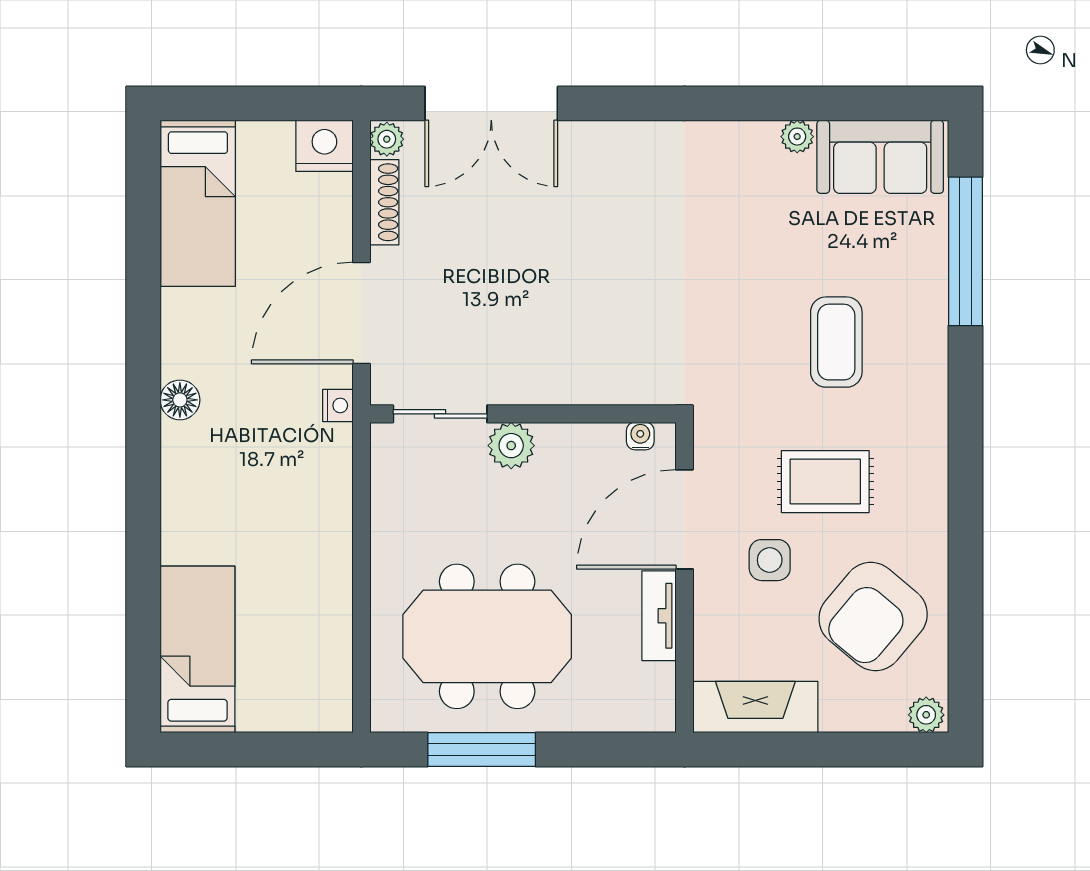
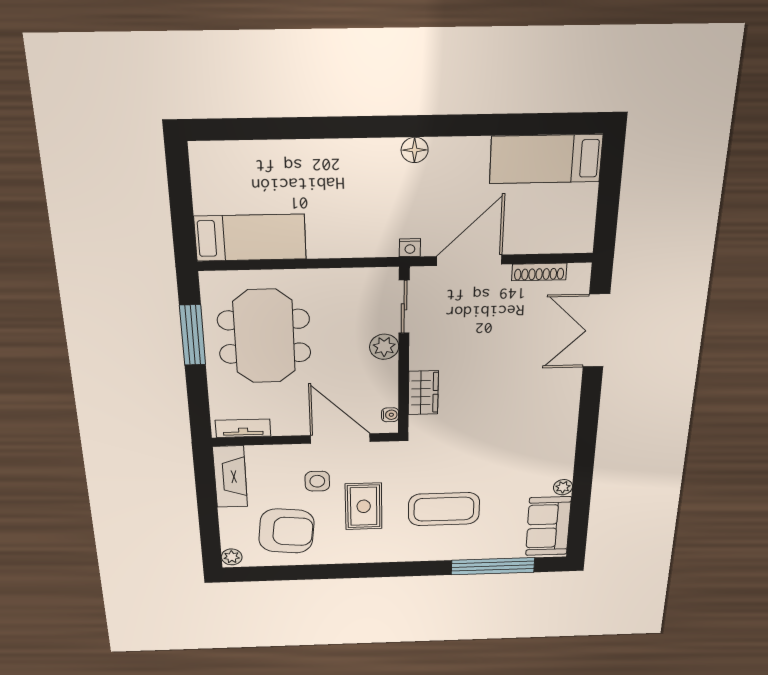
plant: (387, 139) -> (579, 273), removed
nightstand: (324, 146) -> (578, 236), removed
door: (361, 313) -> (469, 260), hinge flipped
coffee table: (836, 342) -> (444, 509), width x1.36, depth x1.32
wardrobe: (599, 381) -> (423, 393), added
tv unit: (659, 616) -> (243, 428), moved
armchair: (873, 616) -> (286, 531), turned 146
bed: (197, 649) -> (250, 238), moved

